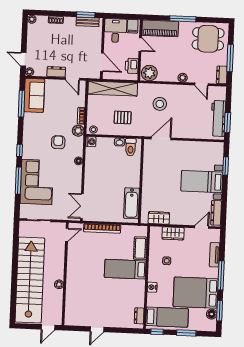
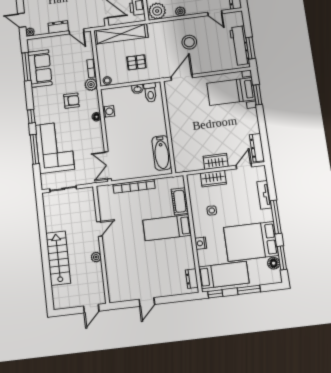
plant: (183, 78) -> (180, 11), moved
sofa: (34, 95) -> (40, 68), moved
stool: (160, 104) -> (189, 42), moved
armchair: (58, 142) -> (71, 101), turned 90
washing machine: (91, 142) -> (109, 111), moved
bed with nightstands: (202, 182) -> (231, 91), moved
wardrobe: (159, 218) -> (216, 161), moved
door: (67, 235) -> (99, 229), moved
stairs: (30, 280) -> (58, 258), width x0.54, depth x0.66

